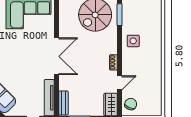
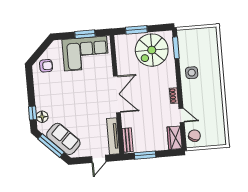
door: (120, 83) -> (182, 115), hinge flipped

